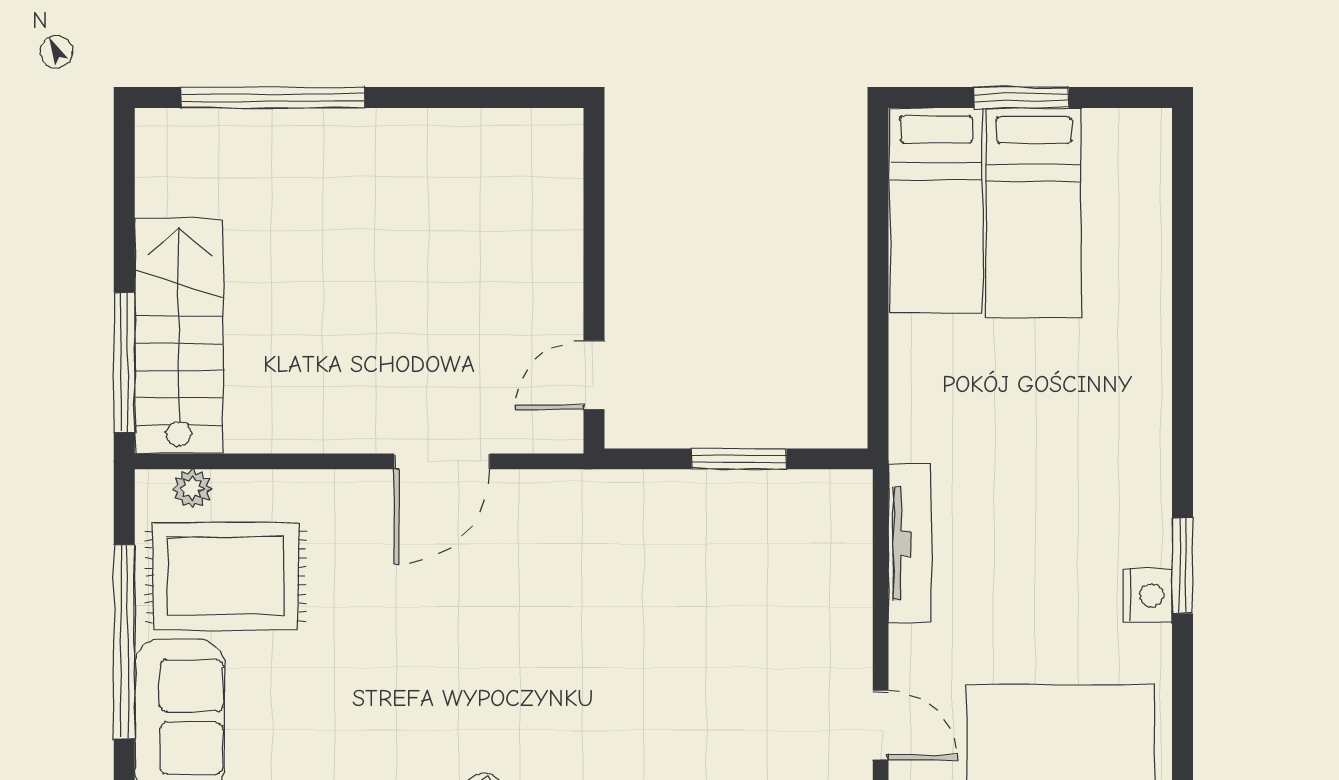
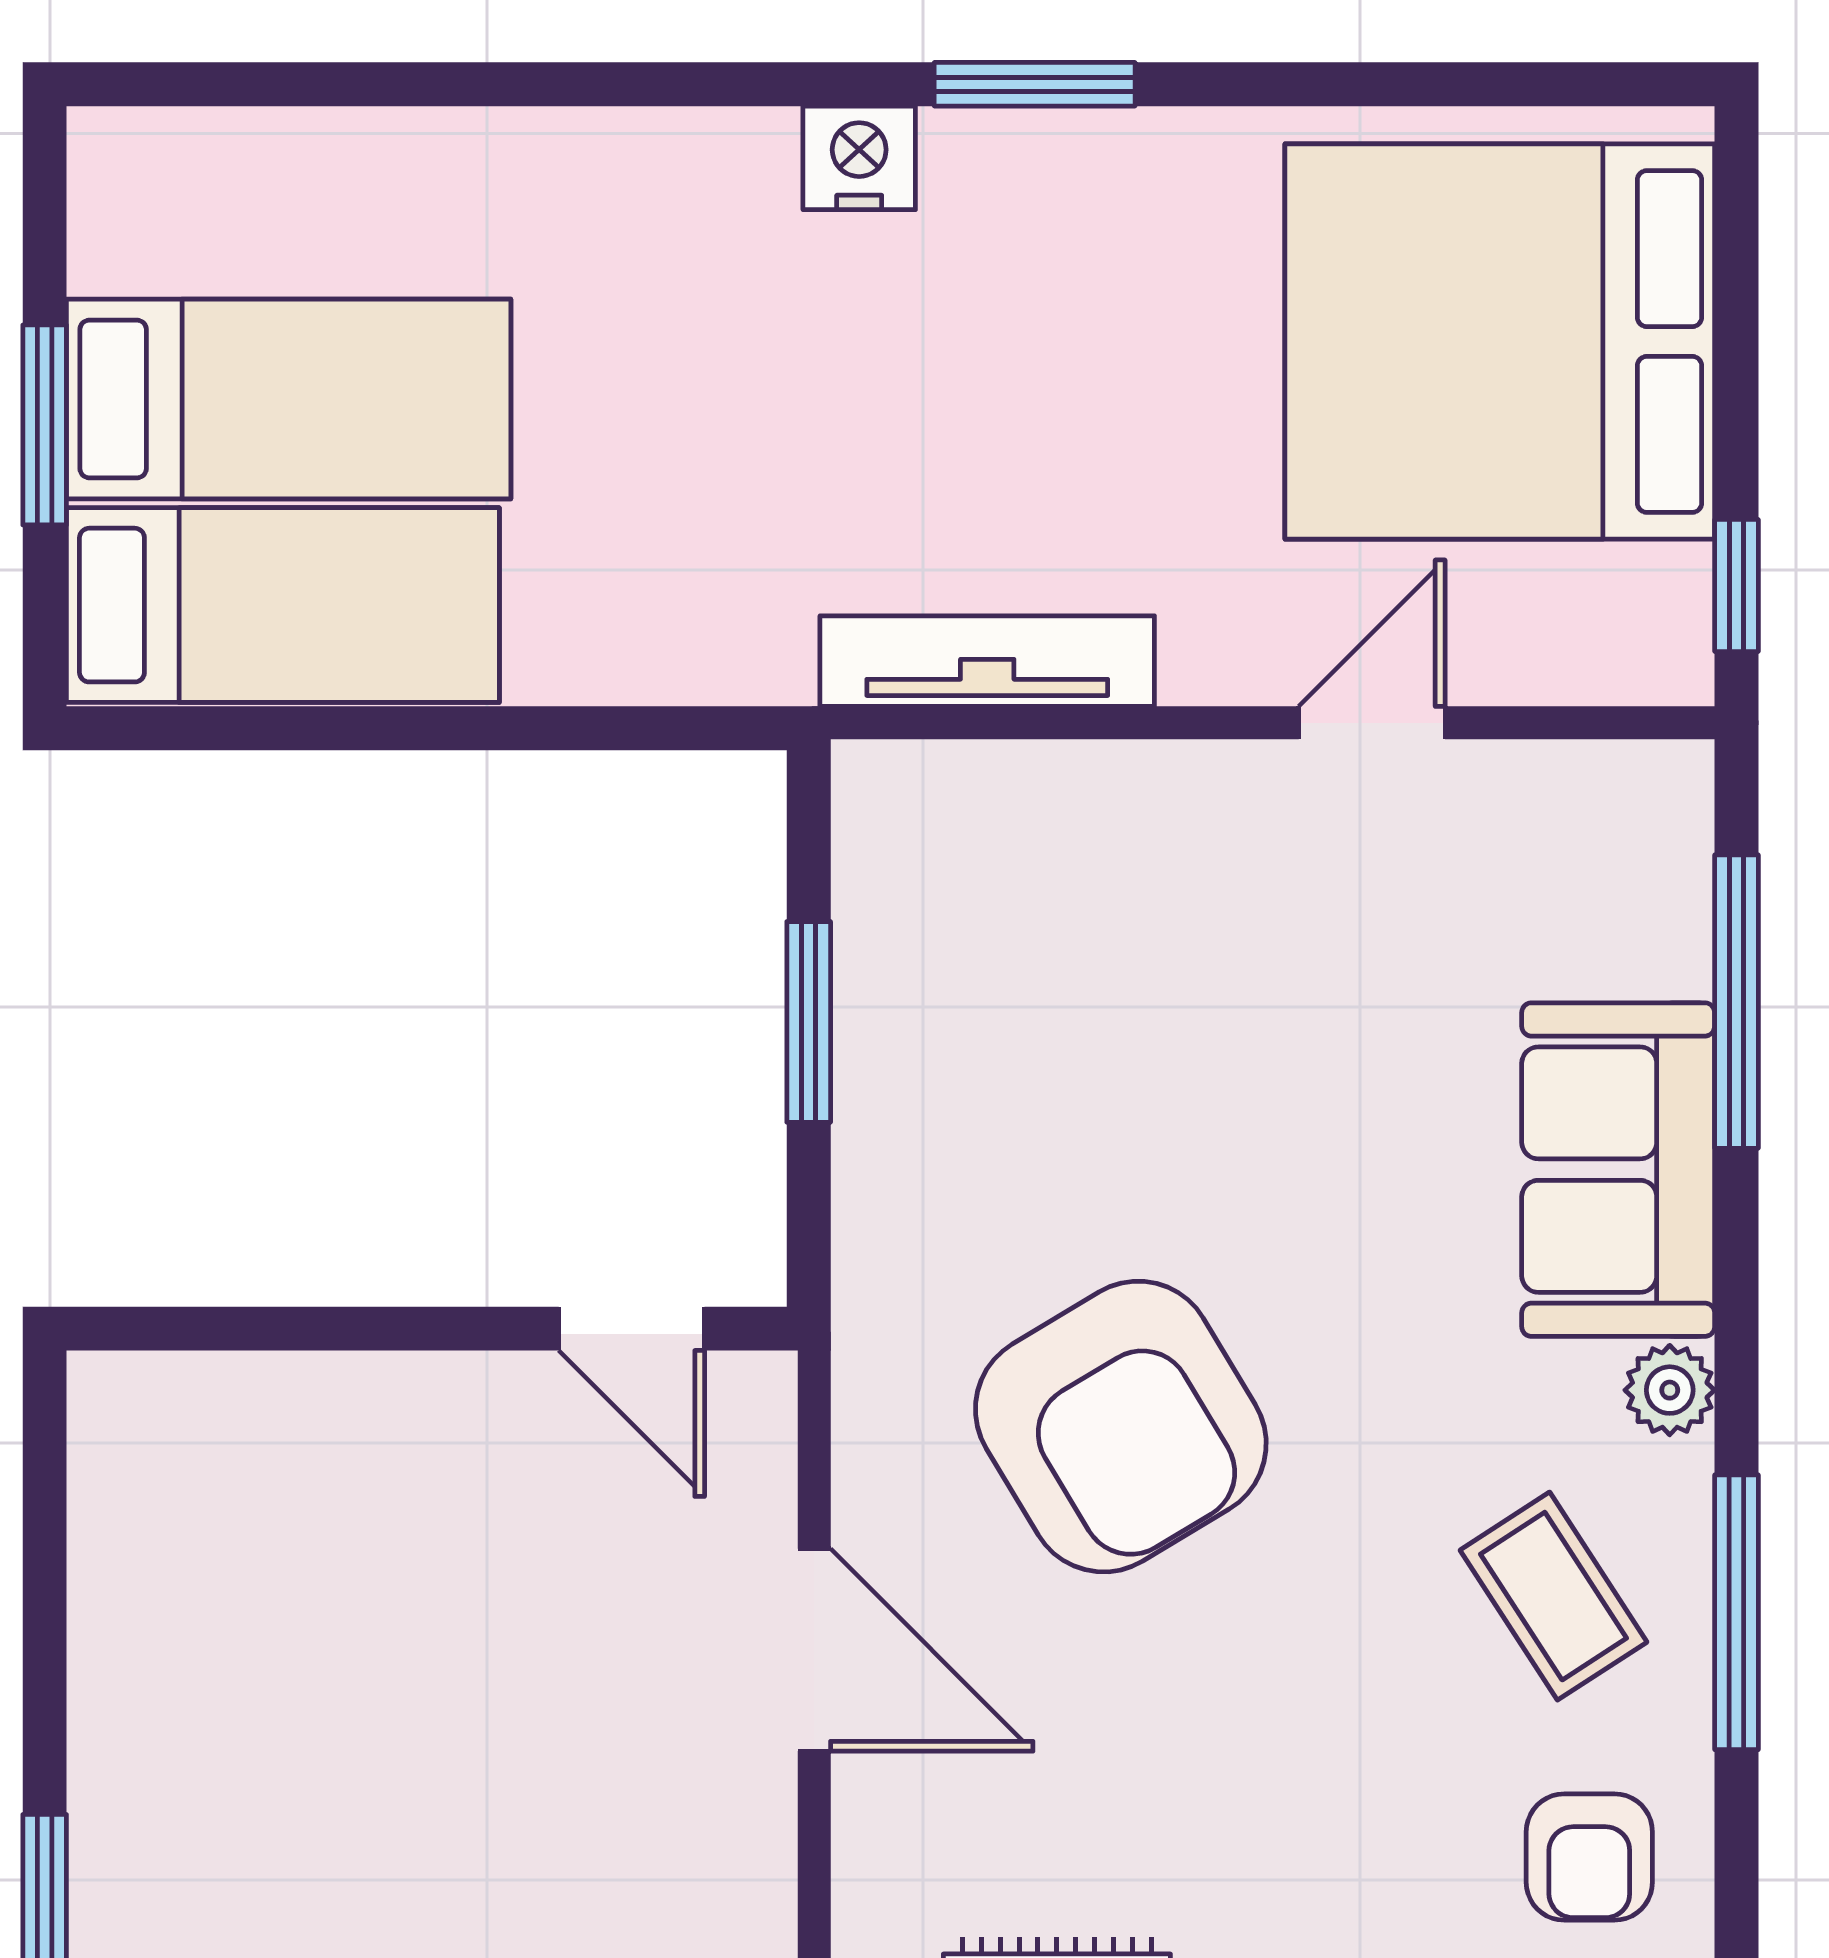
nightstand: (1148, 595) -> (859, 158), moved
armchair: (548, 606) -> (1121, 1427), added

